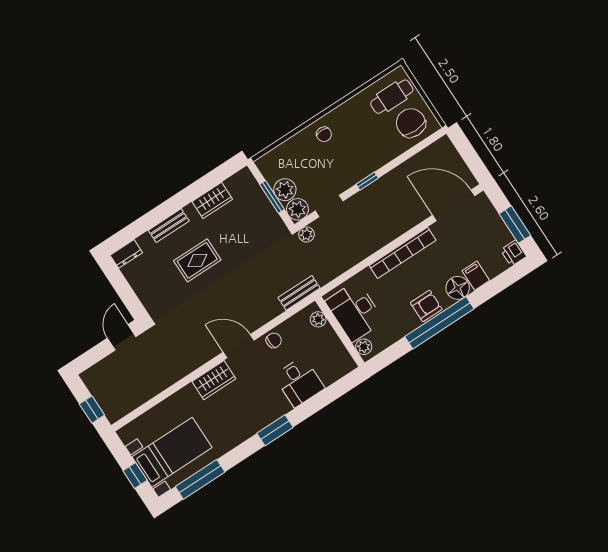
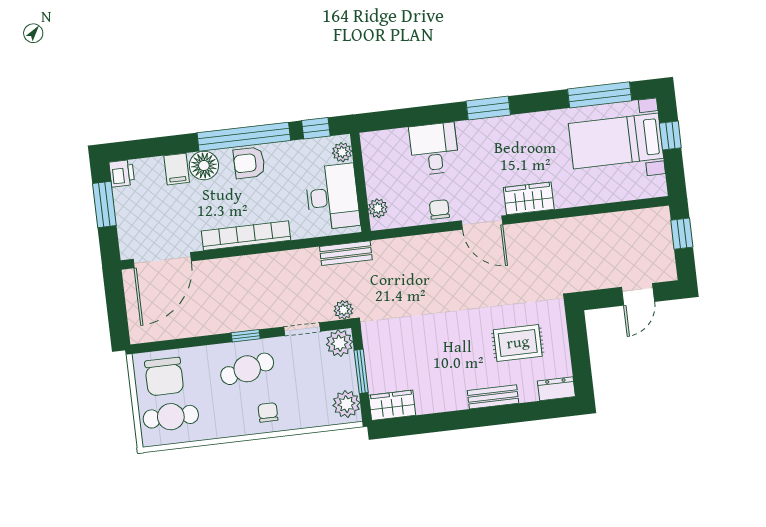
cafe table: (354, 158) -> (247, 369), added
plant: (285, 190) -> (346, 404), moved
wardrobe: (212, 200) -> (392, 405), moved
door: (454, 205) -> (162, 260), hinge flipped
rug: (197, 260) -> (518, 343), moved
bench: (299, 293) -> (346, 253), moved
door: (122, 337) -> (638, 294), moved
chair: (274, 340) -> (439, 209), turned 94
window: (391, 354) -> (316, 128), added

